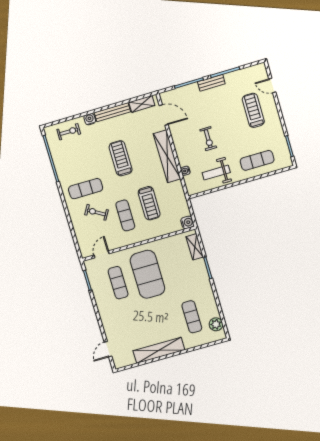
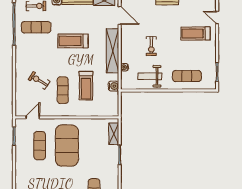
treadmill: (253, 110) -> (195, 34), turned -90
treadmill: (121, 158) -> (73, 41), turned -90
exercise mat: (86, 189) -> (36, 27), moved
water cooler: (187, 222) -> (114, 86), moved

